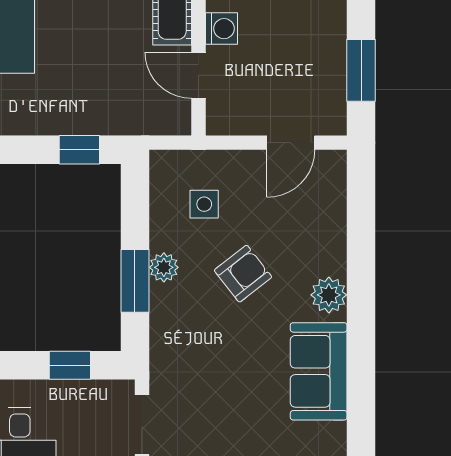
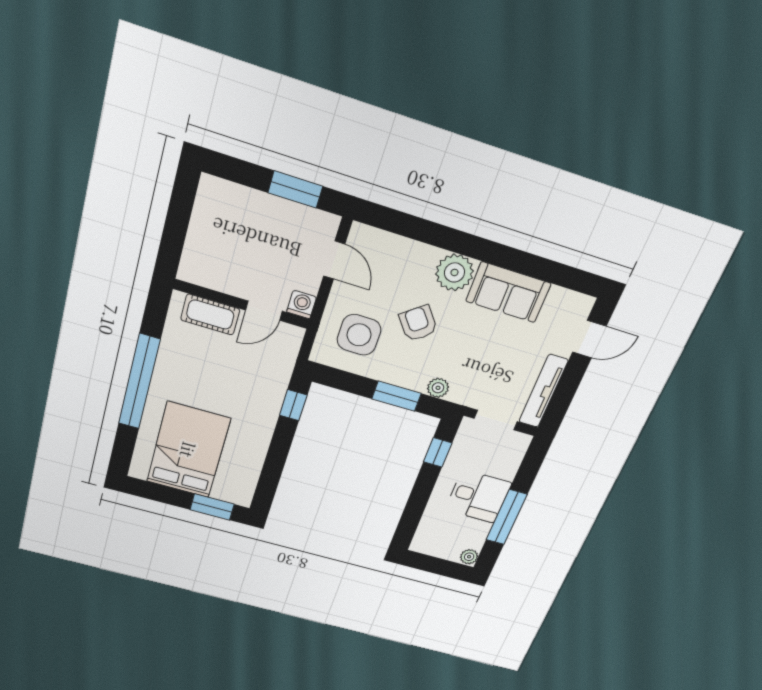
washing machine: (221, 29) -> (302, 304), moved
side table: (204, 204) -> (359, 335), width x1.87, depth x1.87
plant: (164, 267) -> (438, 388), moved
plant: (329, 295) -> (454, 272), width x1.36, depth x1.36

